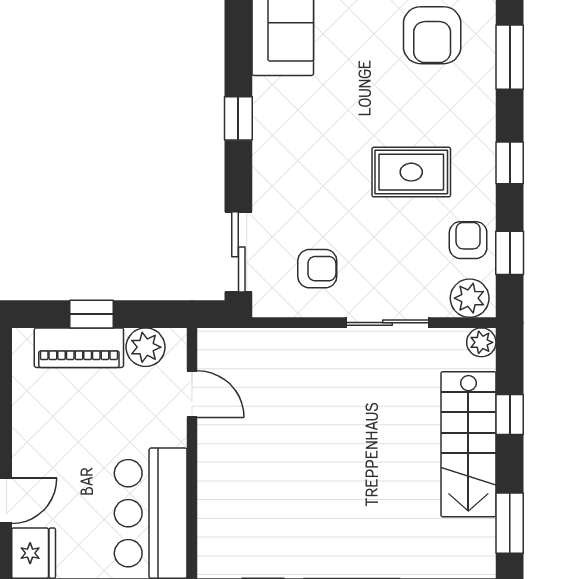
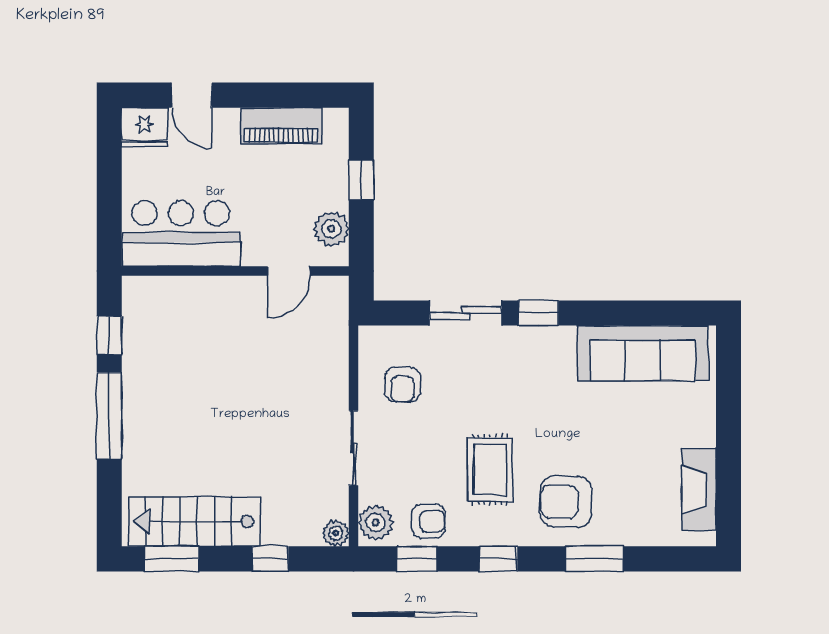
armchair: (432, 35) -> (566, 502), moved
sliding door: (238, 252) -> (466, 313), moved
piano: (79, 348) -> (281, 126), moved, turned -90
stairs: (468, 444) -> (195, 522), moved

